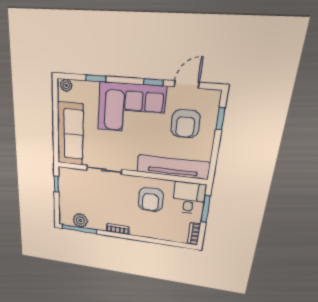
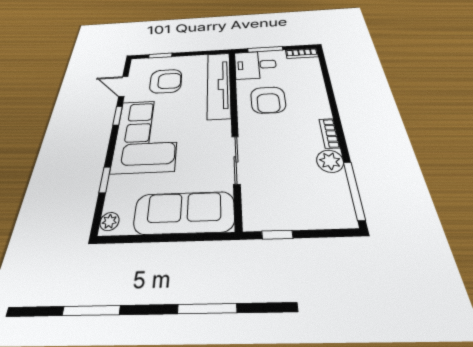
armchair: (151, 200) -> (268, 100), turned 90
plant: (80, 220) -> (330, 161), moved

